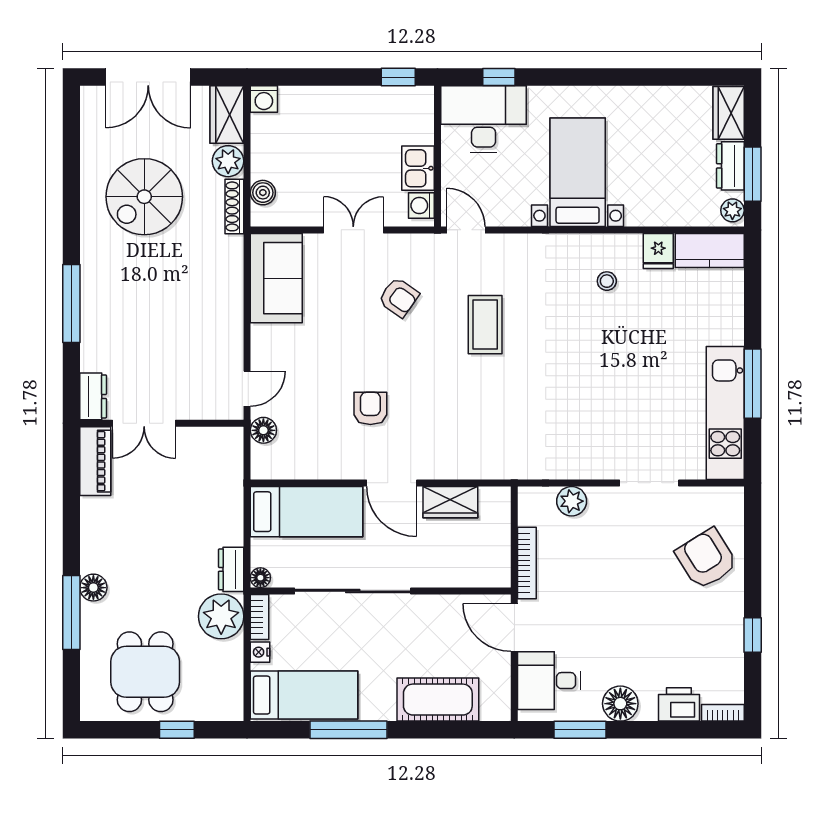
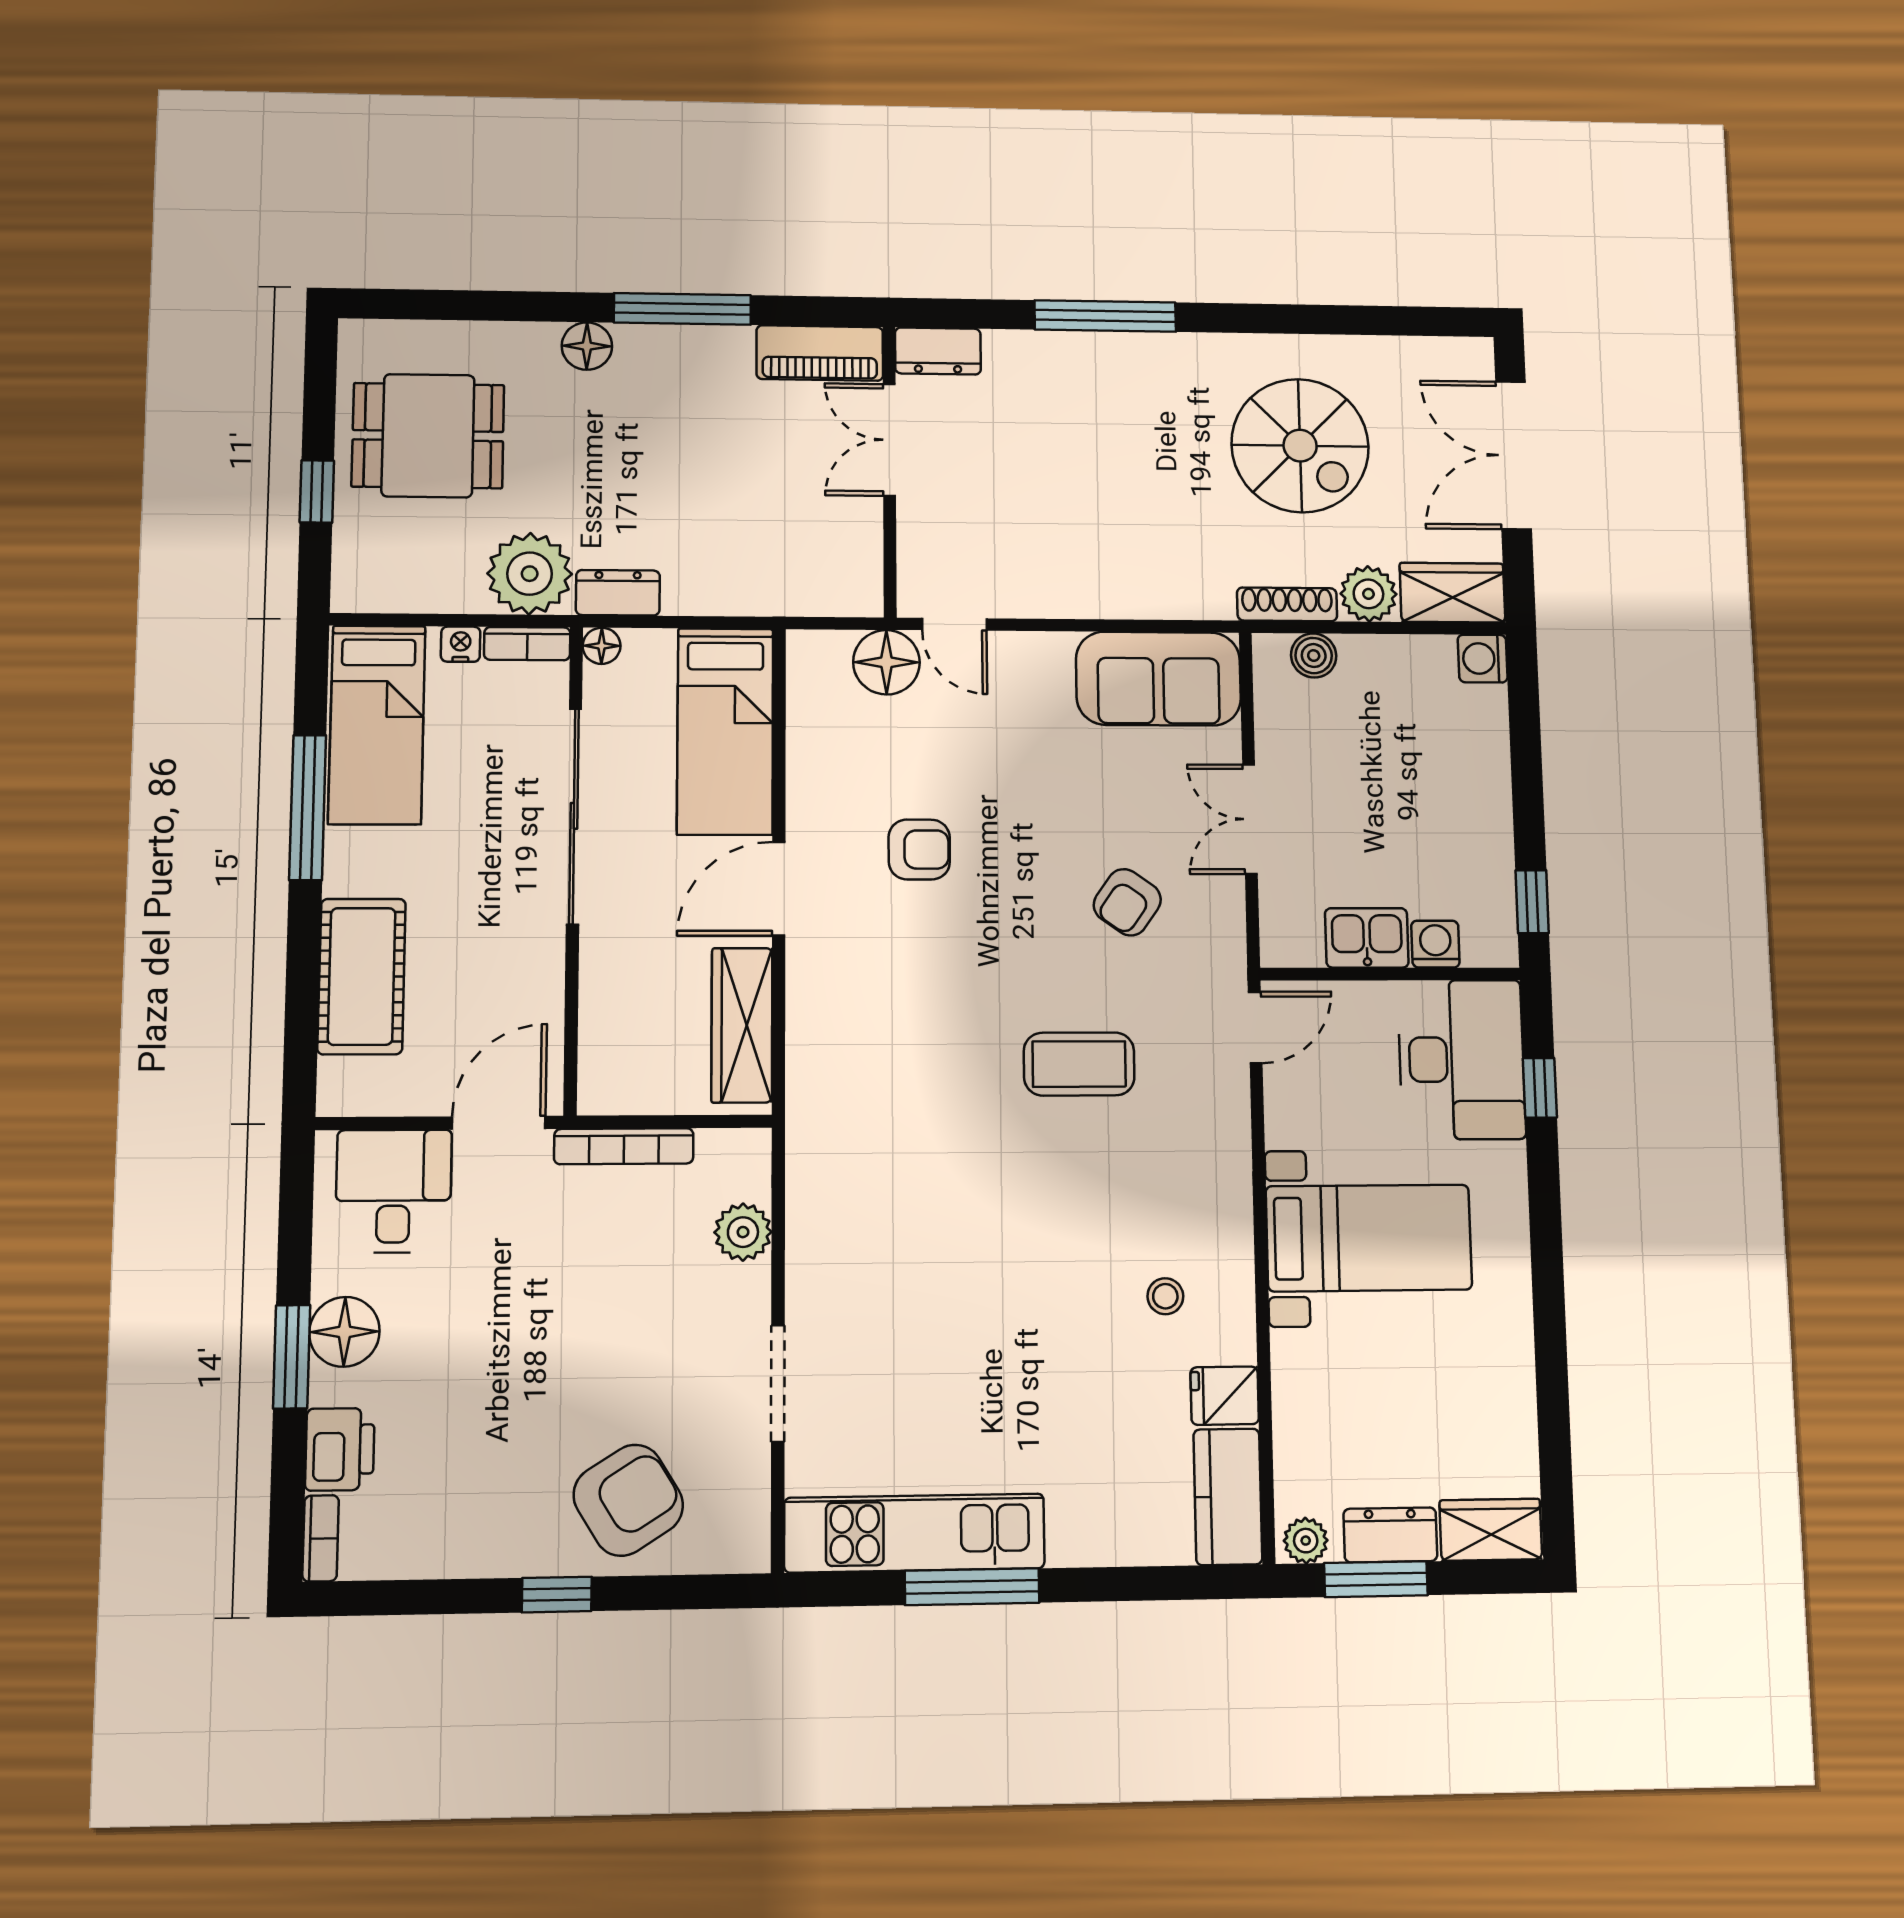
spiral stairs: (144, 197) -> (1300, 446), turned 180
washing machine: (421, 205) -> (1435, 944), moved
double door: (353, 230) -> (1250, 819), swing flipped
floor lamp: (263, 430) -> (886, 662), width x1.38, depth x1.38
wardrobe: (450, 502) -> (742, 1025), width x1.50
window: (71, 612) -> (682, 309), moved
window: (753, 635) -> (557, 1595), moved
window: (580, 730) -> (292, 1357), moved

